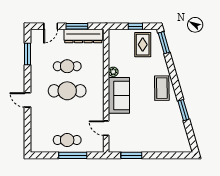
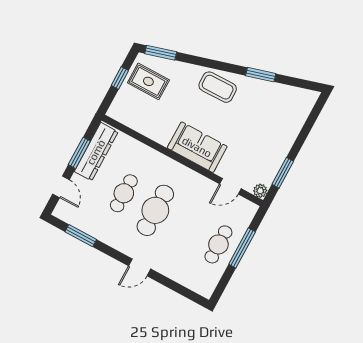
plant: (113, 72) -> (260, 191), moved

